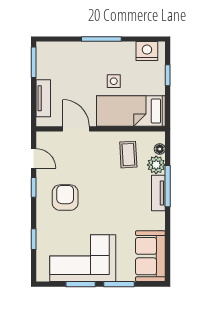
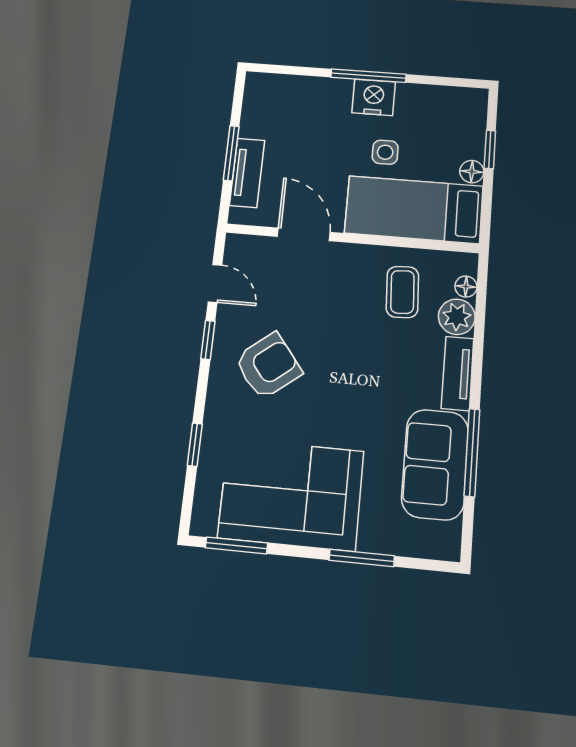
nightstand: (147, 51) -> (374, 97), moved
window: (34, 62) -> (231, 153), moved
floor lamp: (159, 88) -> (472, 172), added
window: (168, 186) -> (472, 452), moved
armchair: (65, 198) -> (268, 366), turned 52
sofa: (150, 256) -> (435, 464), moved
window: (81, 284) -> (236, 545), moved

